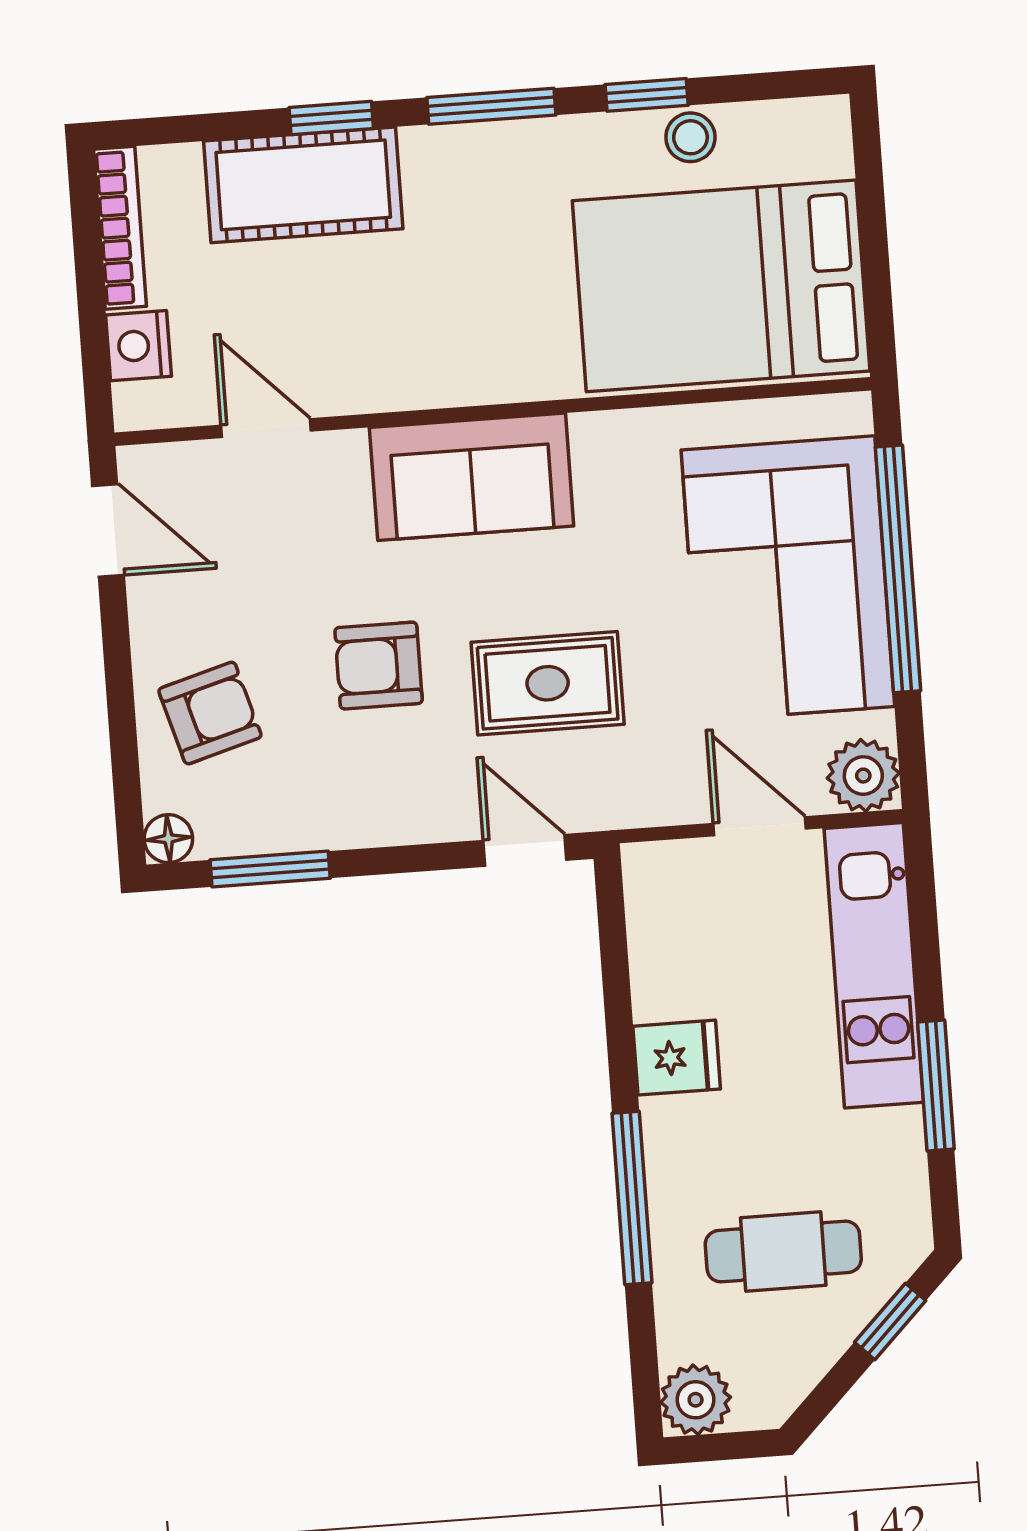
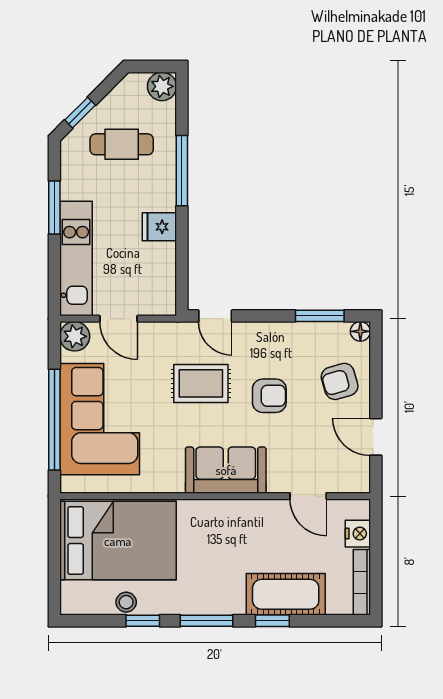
door: (108, 530) -> (376, 437), moved

